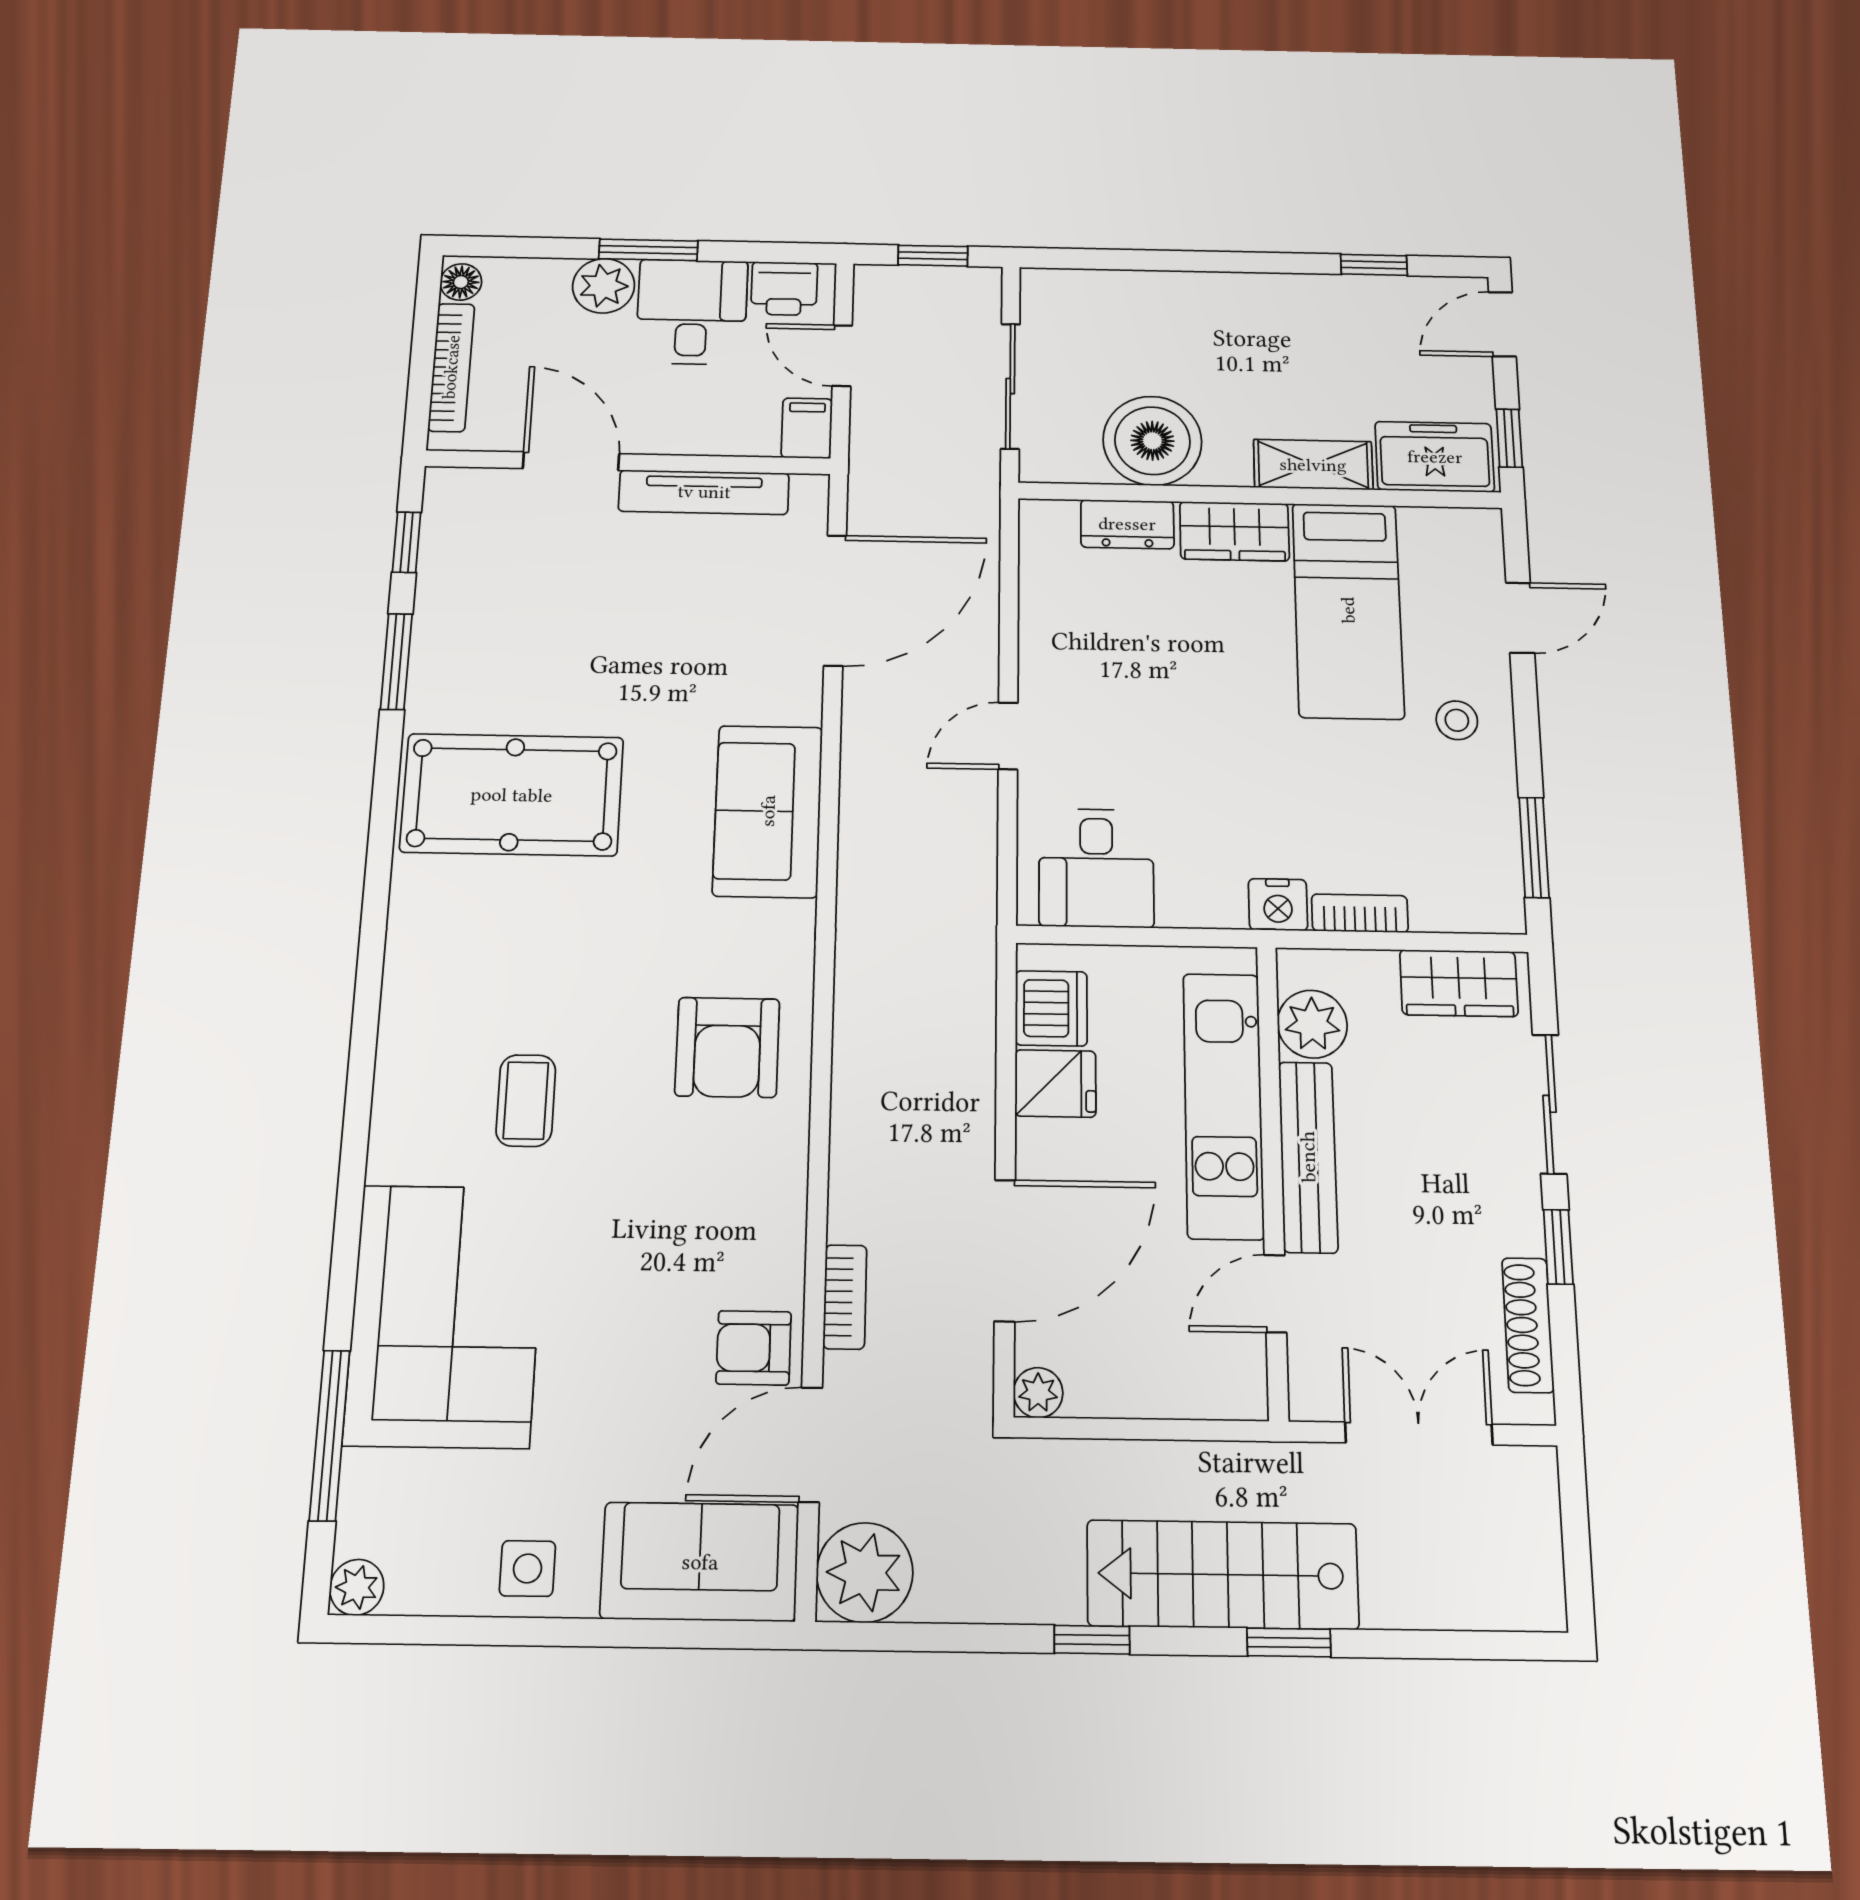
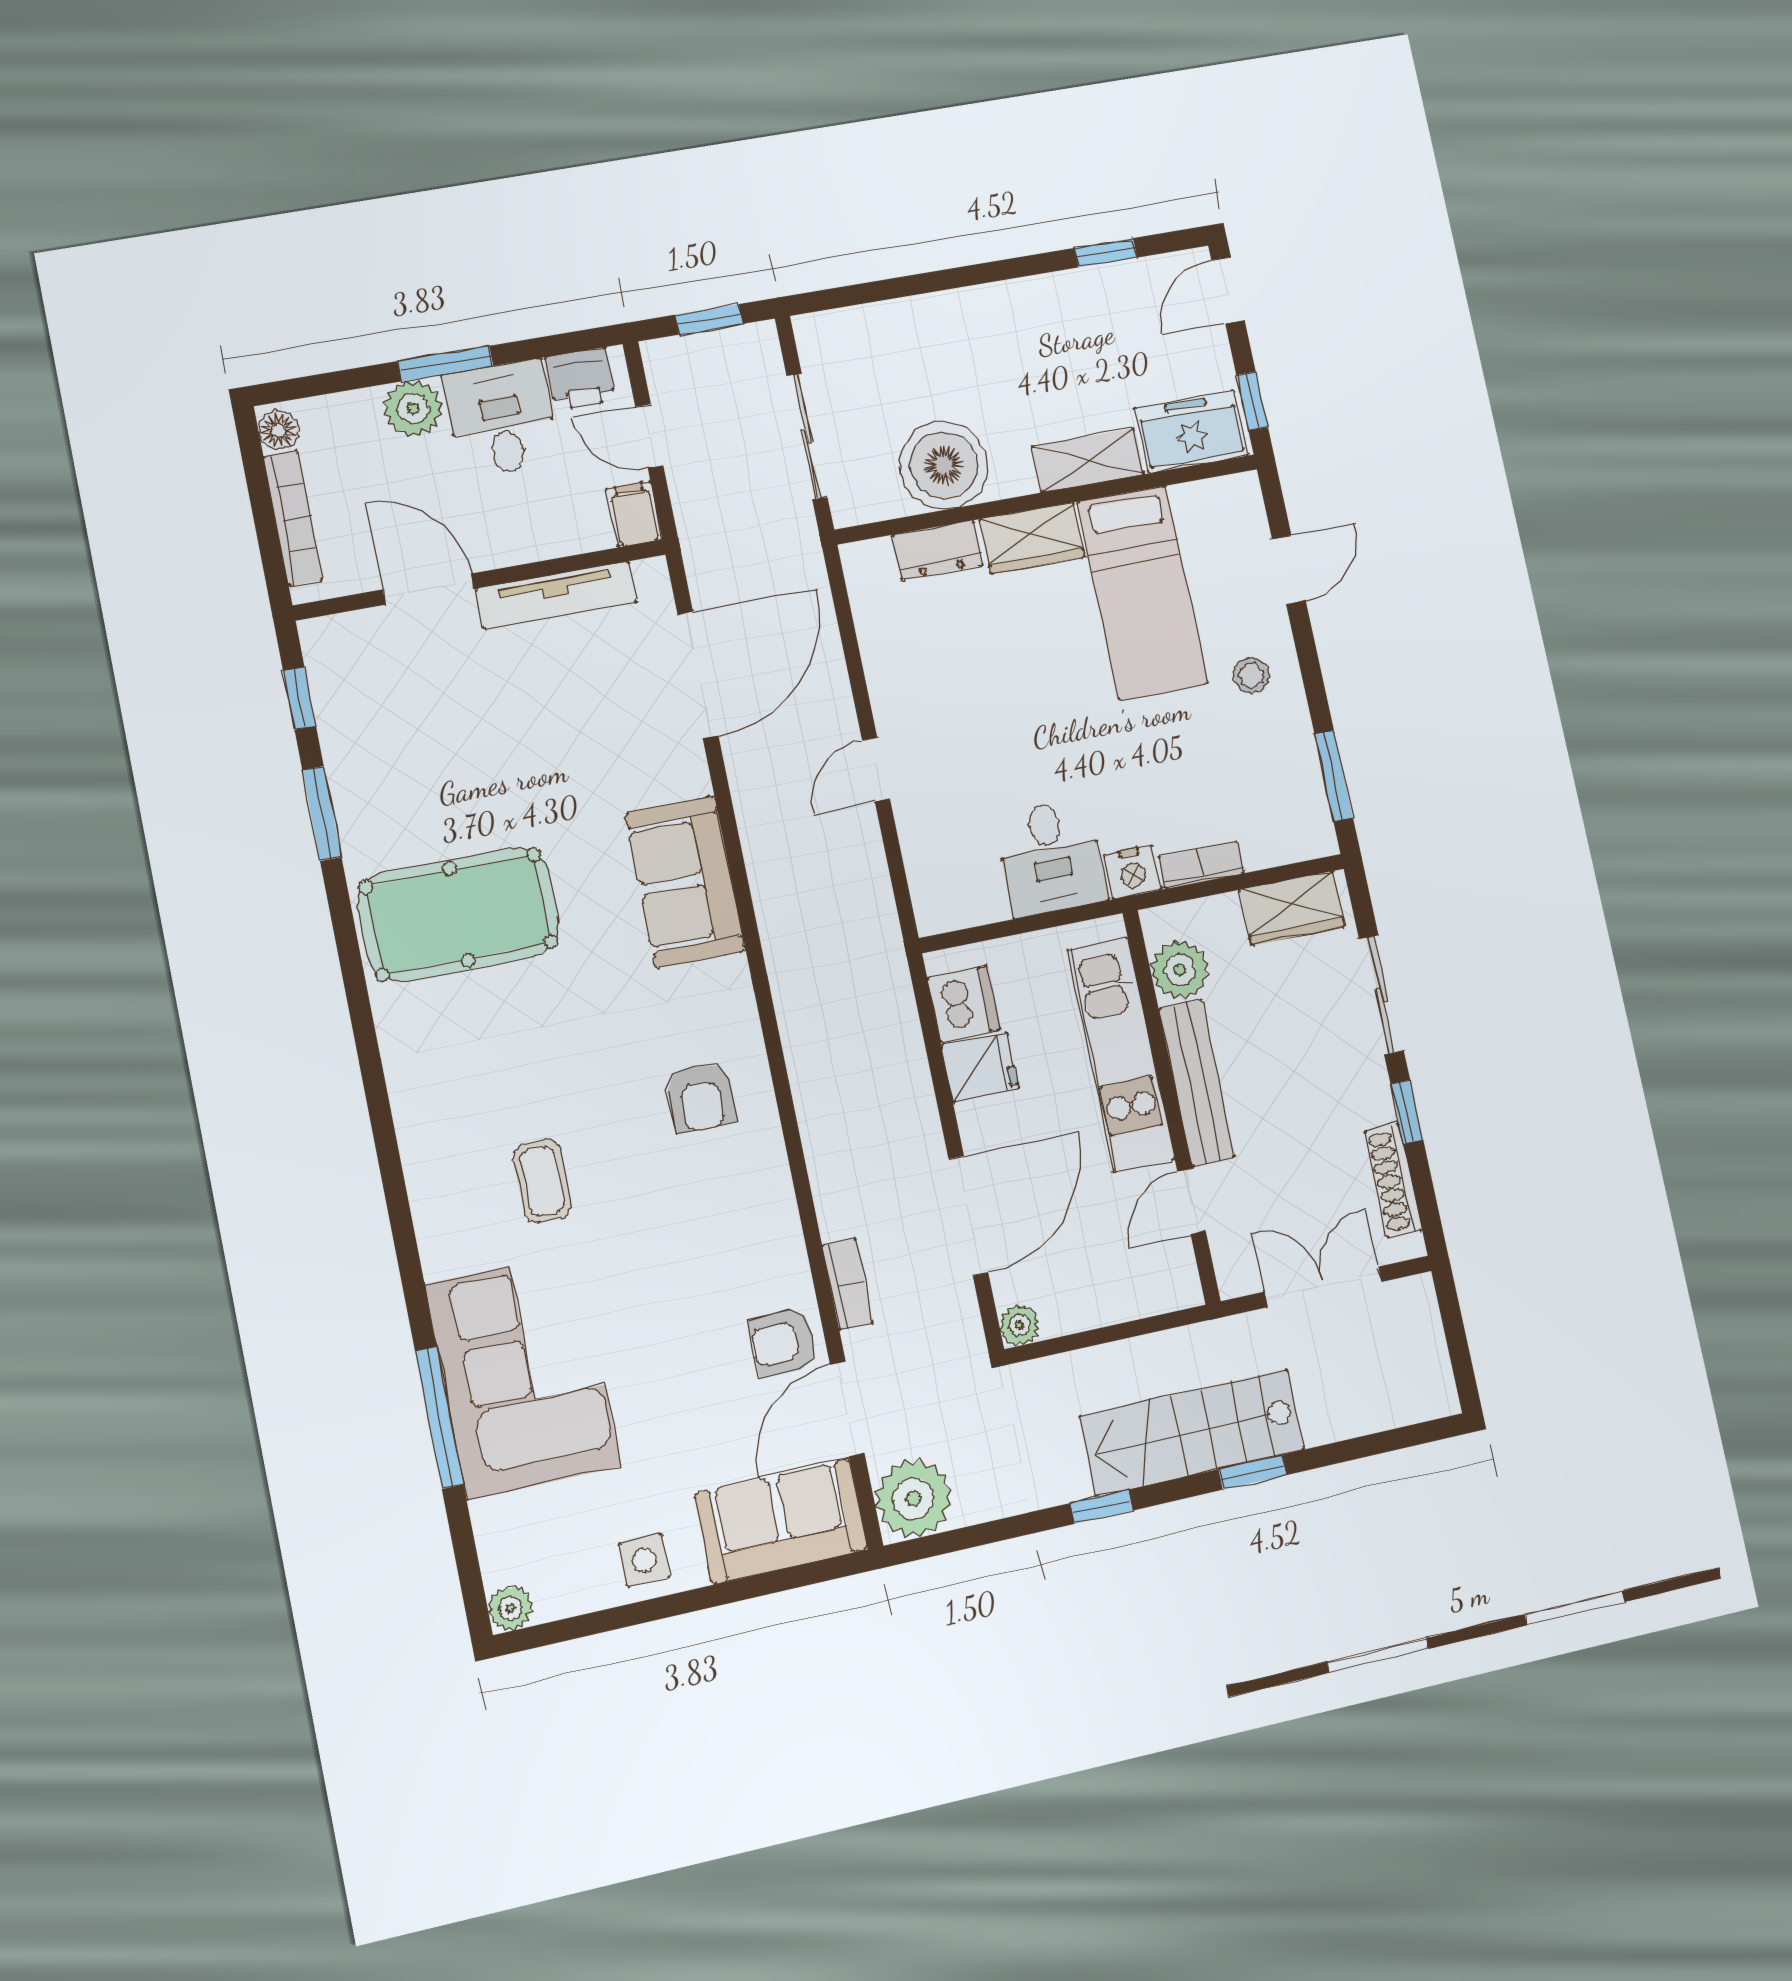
desk: (1096, 868) -> (1051, 858), moved
armchair: (727, 1047) -> (701, 1097), width x0.72, depth x0.72
window: (330, 1435) -> (439, 1418), moved

